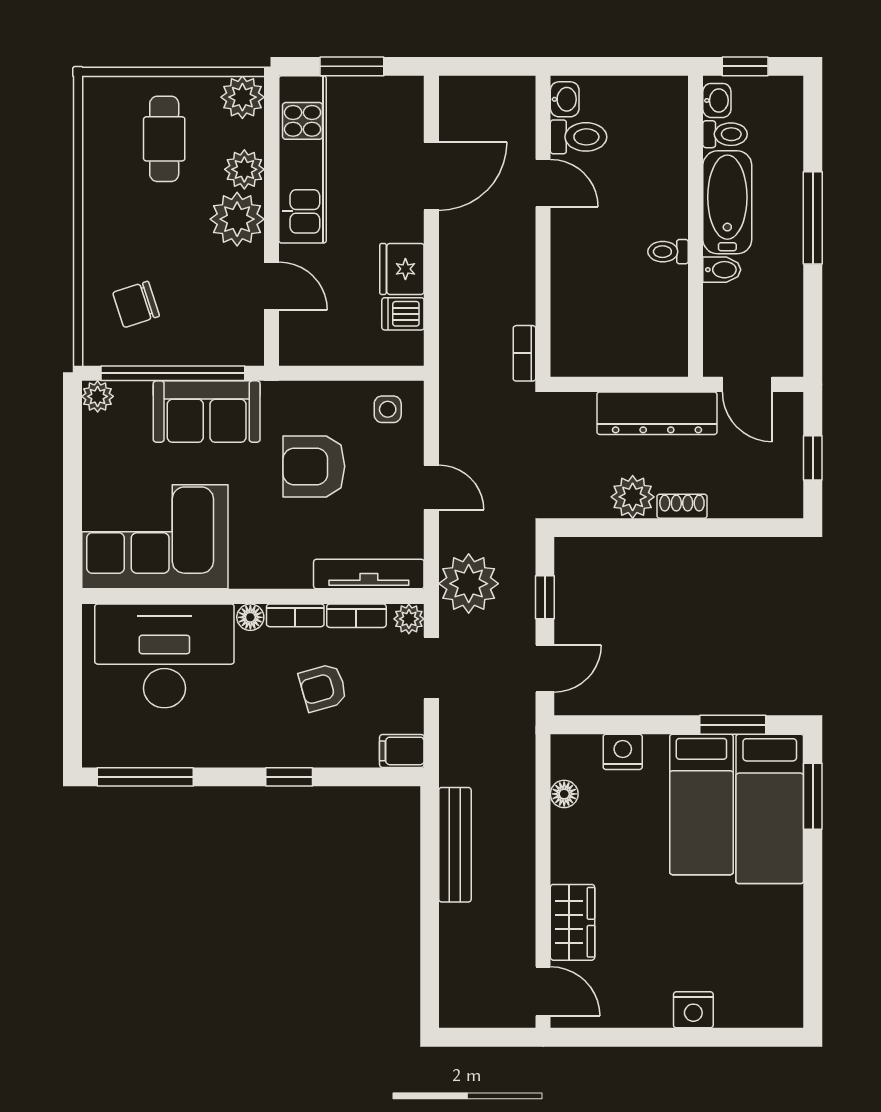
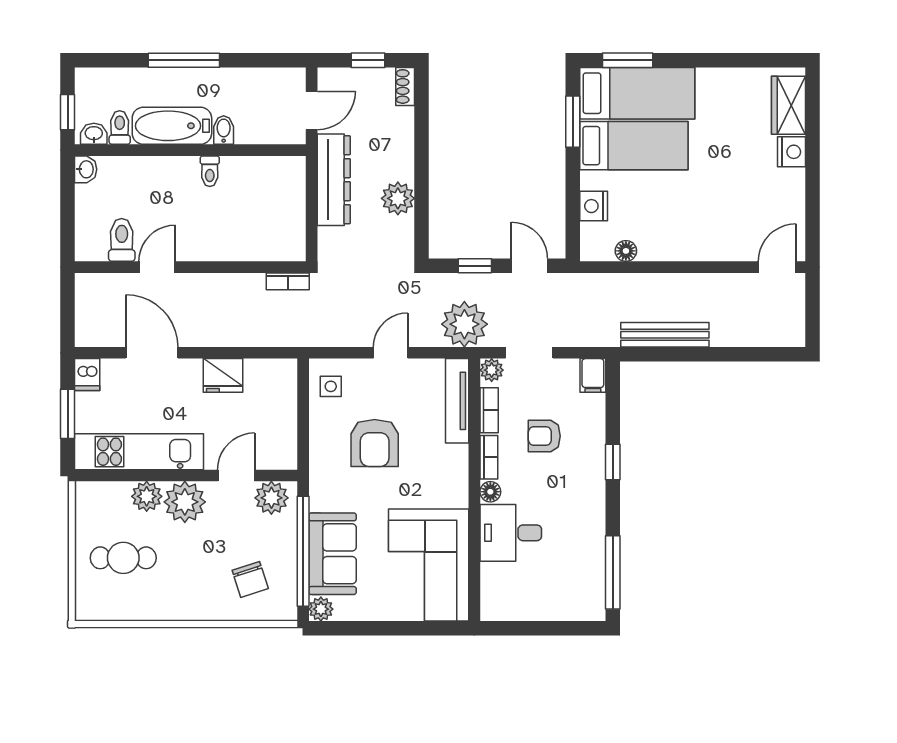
plant: (242, 97) -> (271, 498), moved
washbasin: (565, 99) -> (86, 169), moved, turned 90
dishwasher: (403, 314) -> (87, 375), moved
sofa: (207, 412) -> (332, 554), moved
shoe rack: (682, 506) -> (405, 86), moved
desk: (164, 656) -> (511, 533), width x0.53, depth x0.77
armchair: (323, 688) -> (544, 436), turned 106
wardrobe: (572, 922) -> (789, 105), moved, turned -90

